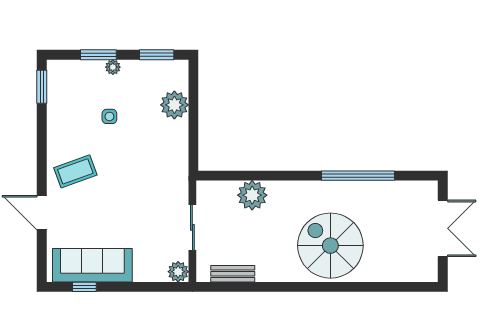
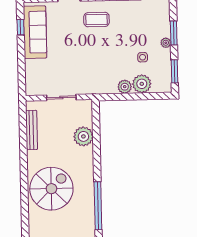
side table: (109, 116) -> (143, 57), moved
coffee table: (75, 171) -> (96, 20), turned -70
plant: (178, 272) -> (125, 87), moved
bench: (233, 274) -> (32, 130), width x1.36

